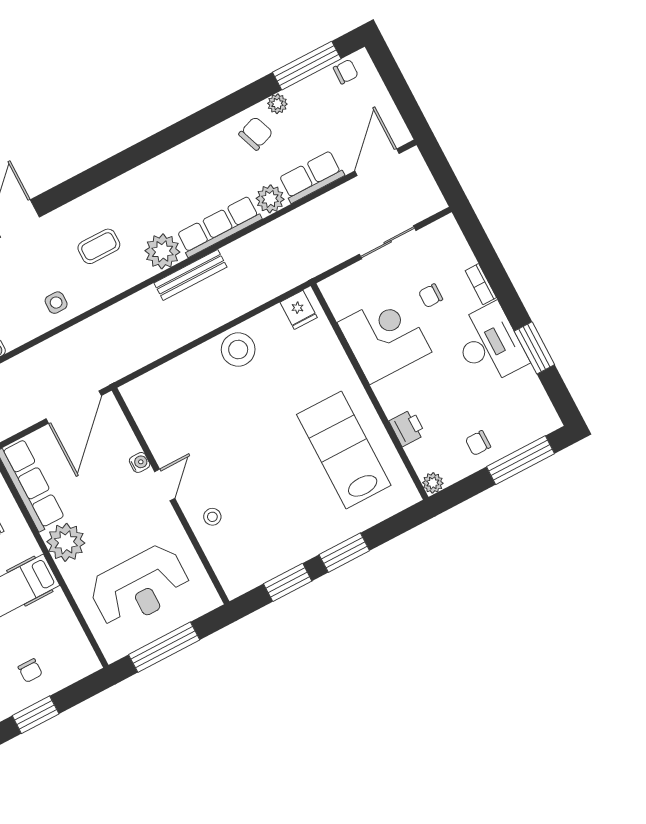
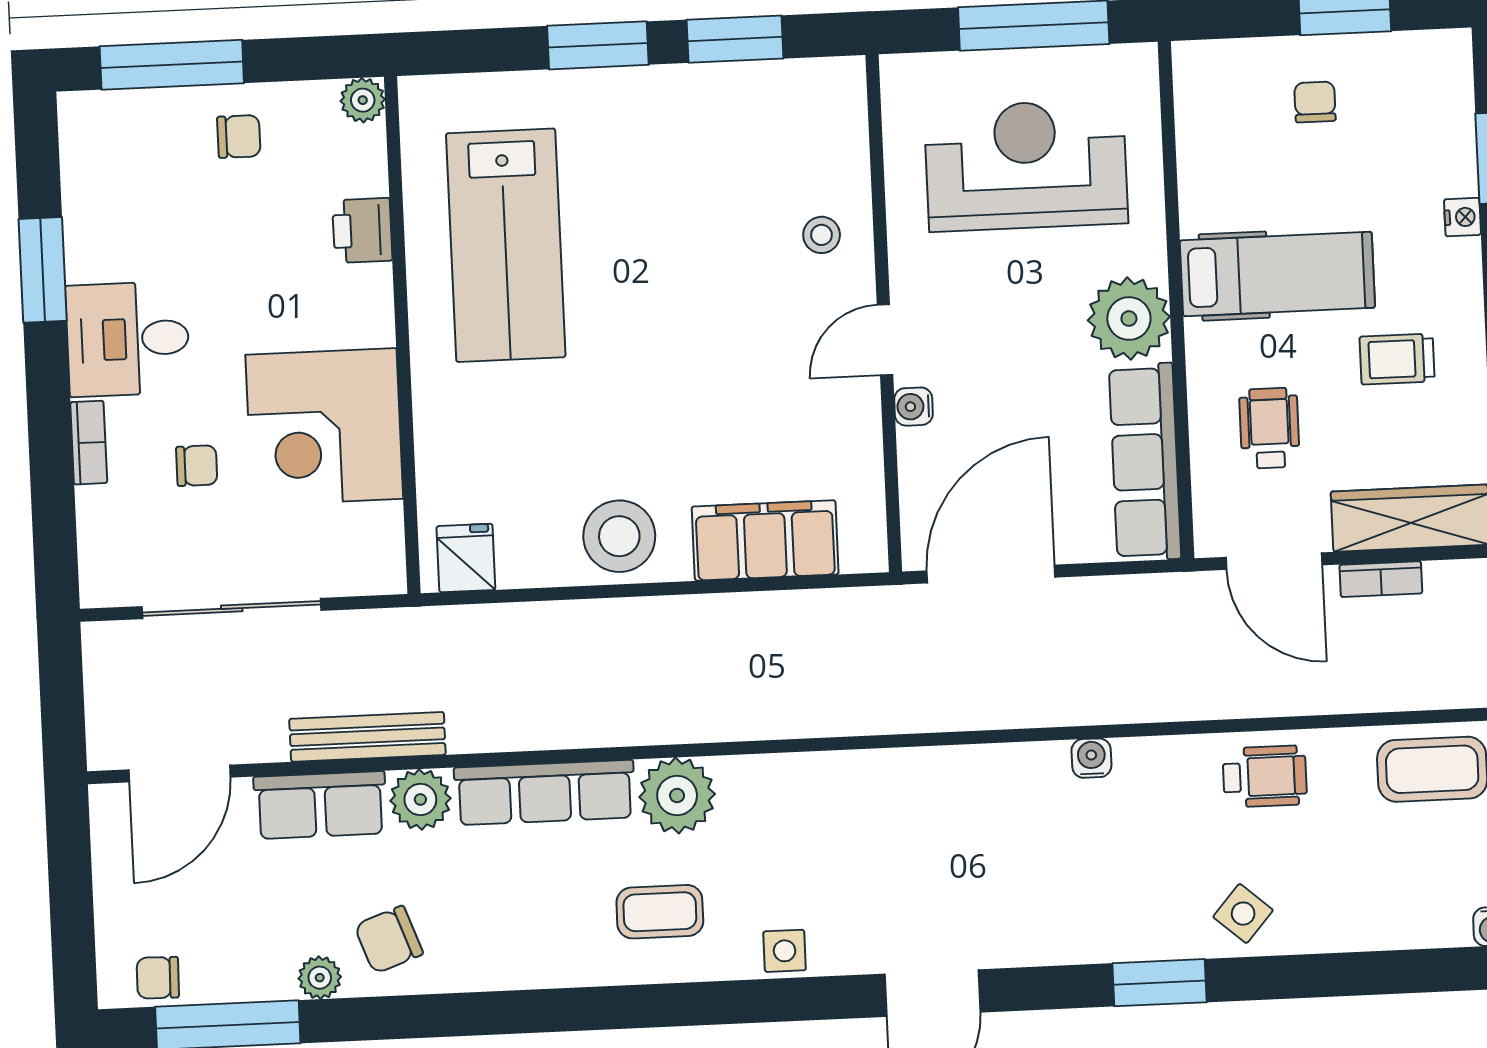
sliding door: (388, 242) -> (232, 608), width x1.37
coffee table: (99, 246) -> (660, 912), moved
bench: (190, 275) -> (367, 737), moved
side table: (56, 303) -> (785, 951), moved
desk: (489, 344) -> (128, 339), width x0.73
filing cabinet: (176, 377) -> (765, 540), added

